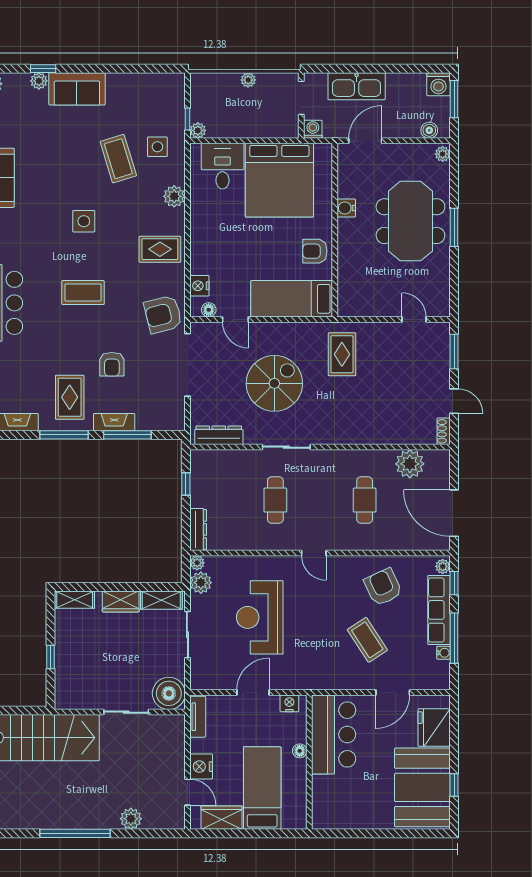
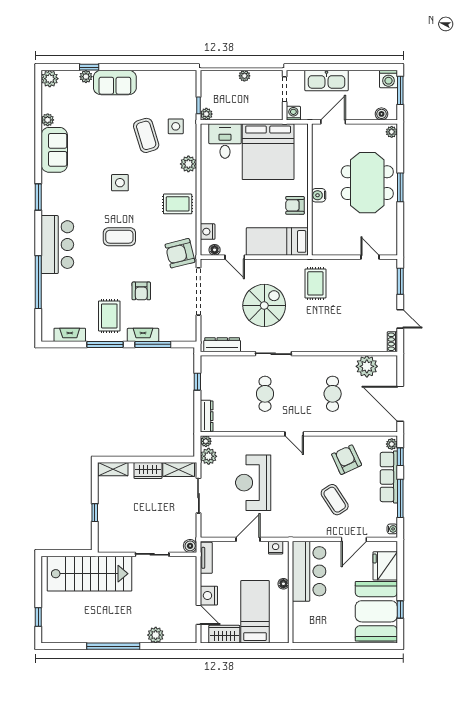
water cooler: (346, 208) -> (319, 195), moved
water cooler: (443, 653) -> (392, 529), moved
boiler: (169, 693) -> (190, 546), width x0.54, depth x0.54

